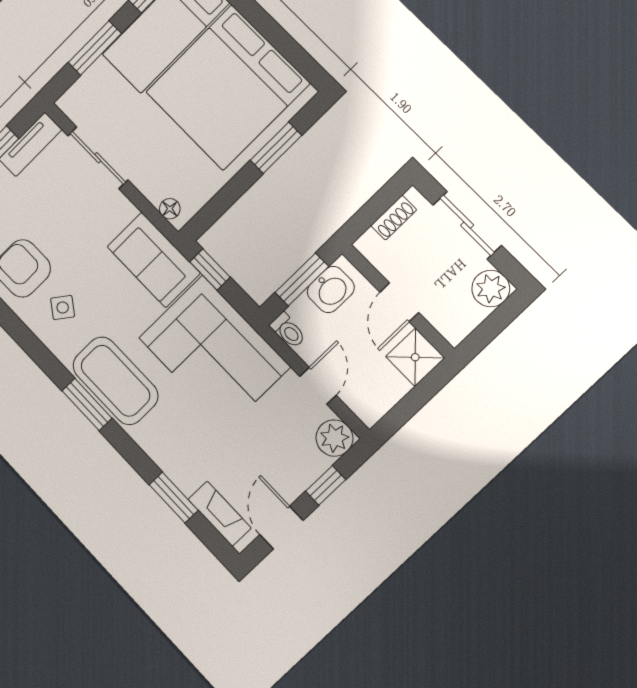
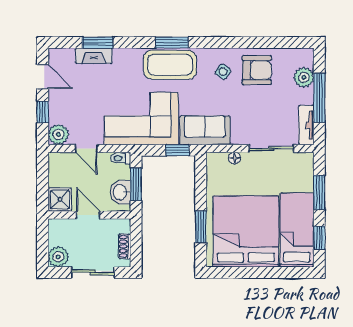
floor lamp: (170, 209) -> (235, 158), moved
fireplace: (220, 514) -> (94, 56), moved

